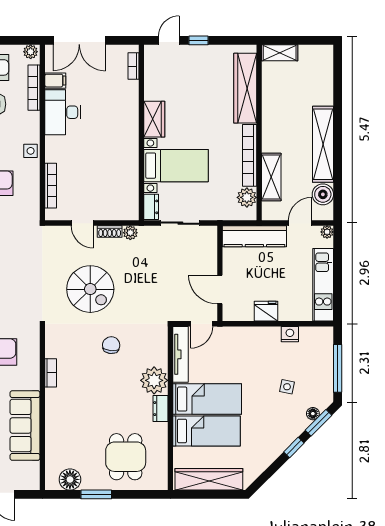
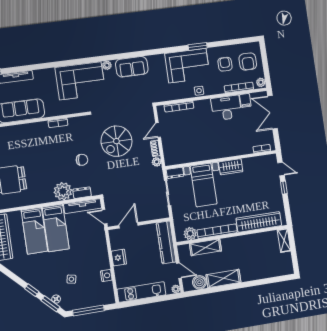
shelving: (323, 144) -> (223, 278), width x0.68
dresser: (160, 409) -> (82, 193), moved

